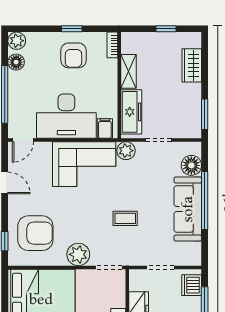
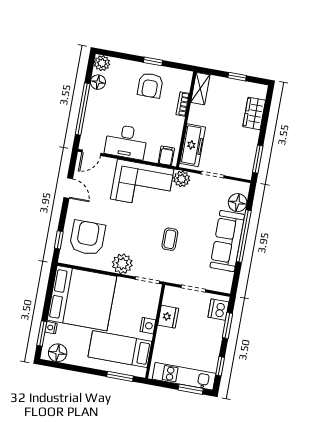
bookcase: (112, 45) -> (183, 104), moved
shelving: (128, 71) -> (200, 89), moved
desk: (66, 116) -> (126, 142), width x0.73, depth x0.77
coffee table: (125, 218) -> (170, 239), turned 90
armchair: (35, 233) -> (87, 238), turned -90

